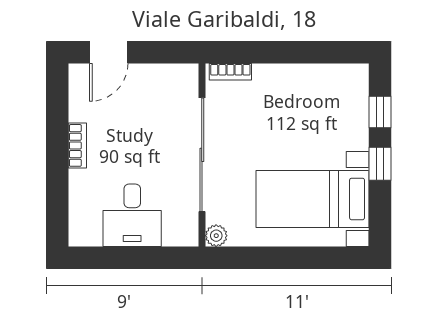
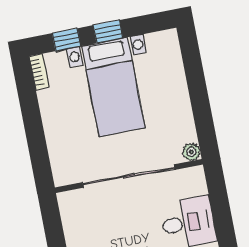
bookcase: (230, 72) -> (39, 72), moved
bed with nightstands: (313, 199) -> (113, 87), moved

